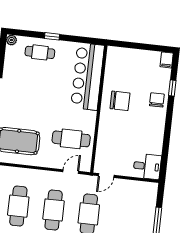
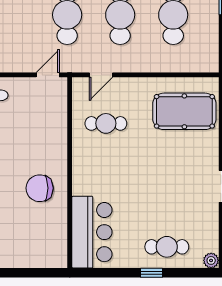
bar counter: (88, 76) -> (92, 232), width x0.73
cafe table: (71, 139) -> (106, 123), width x0.73, depth x0.74

